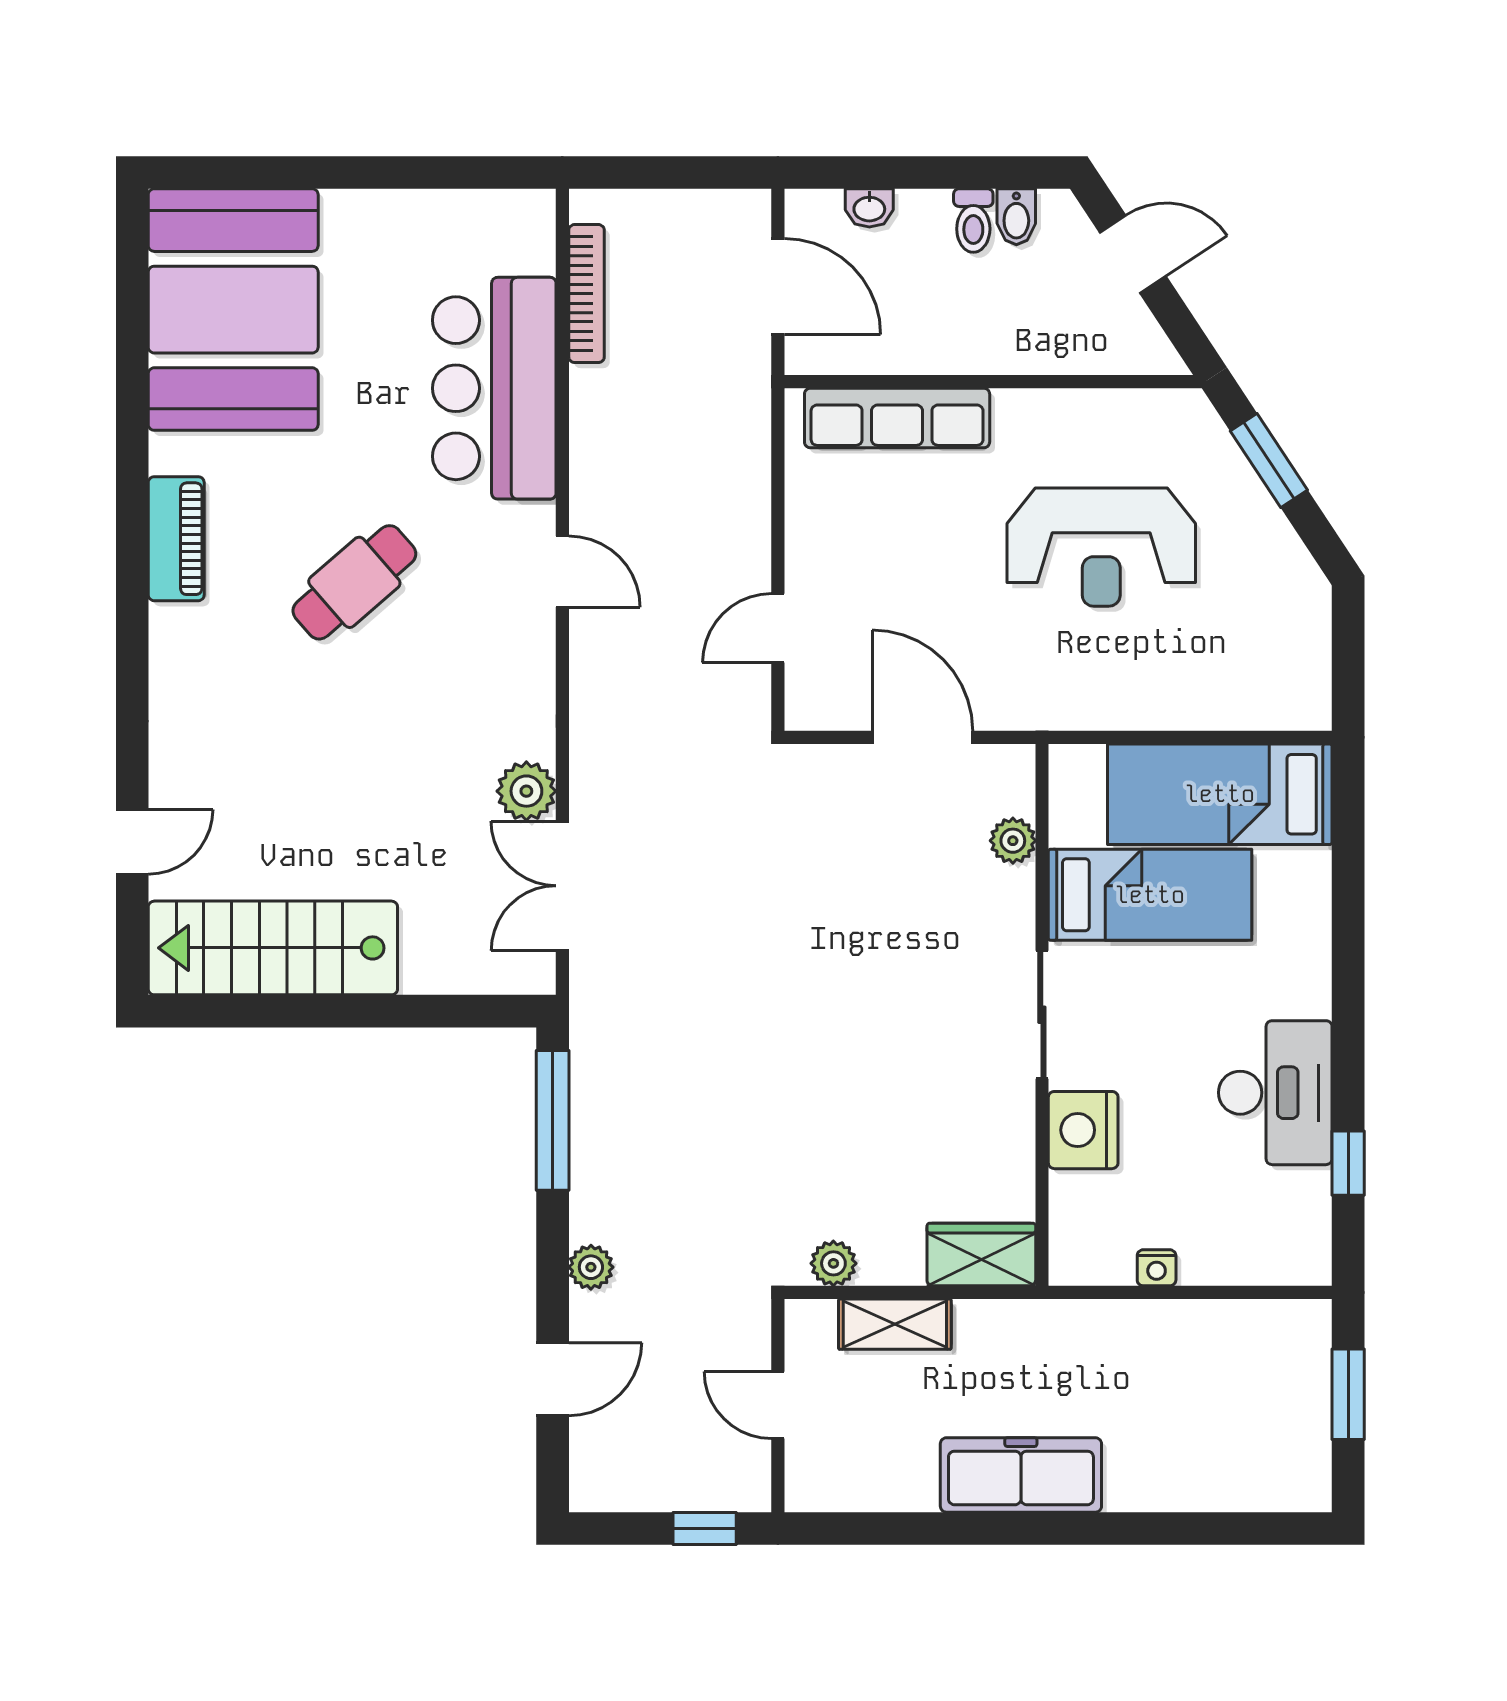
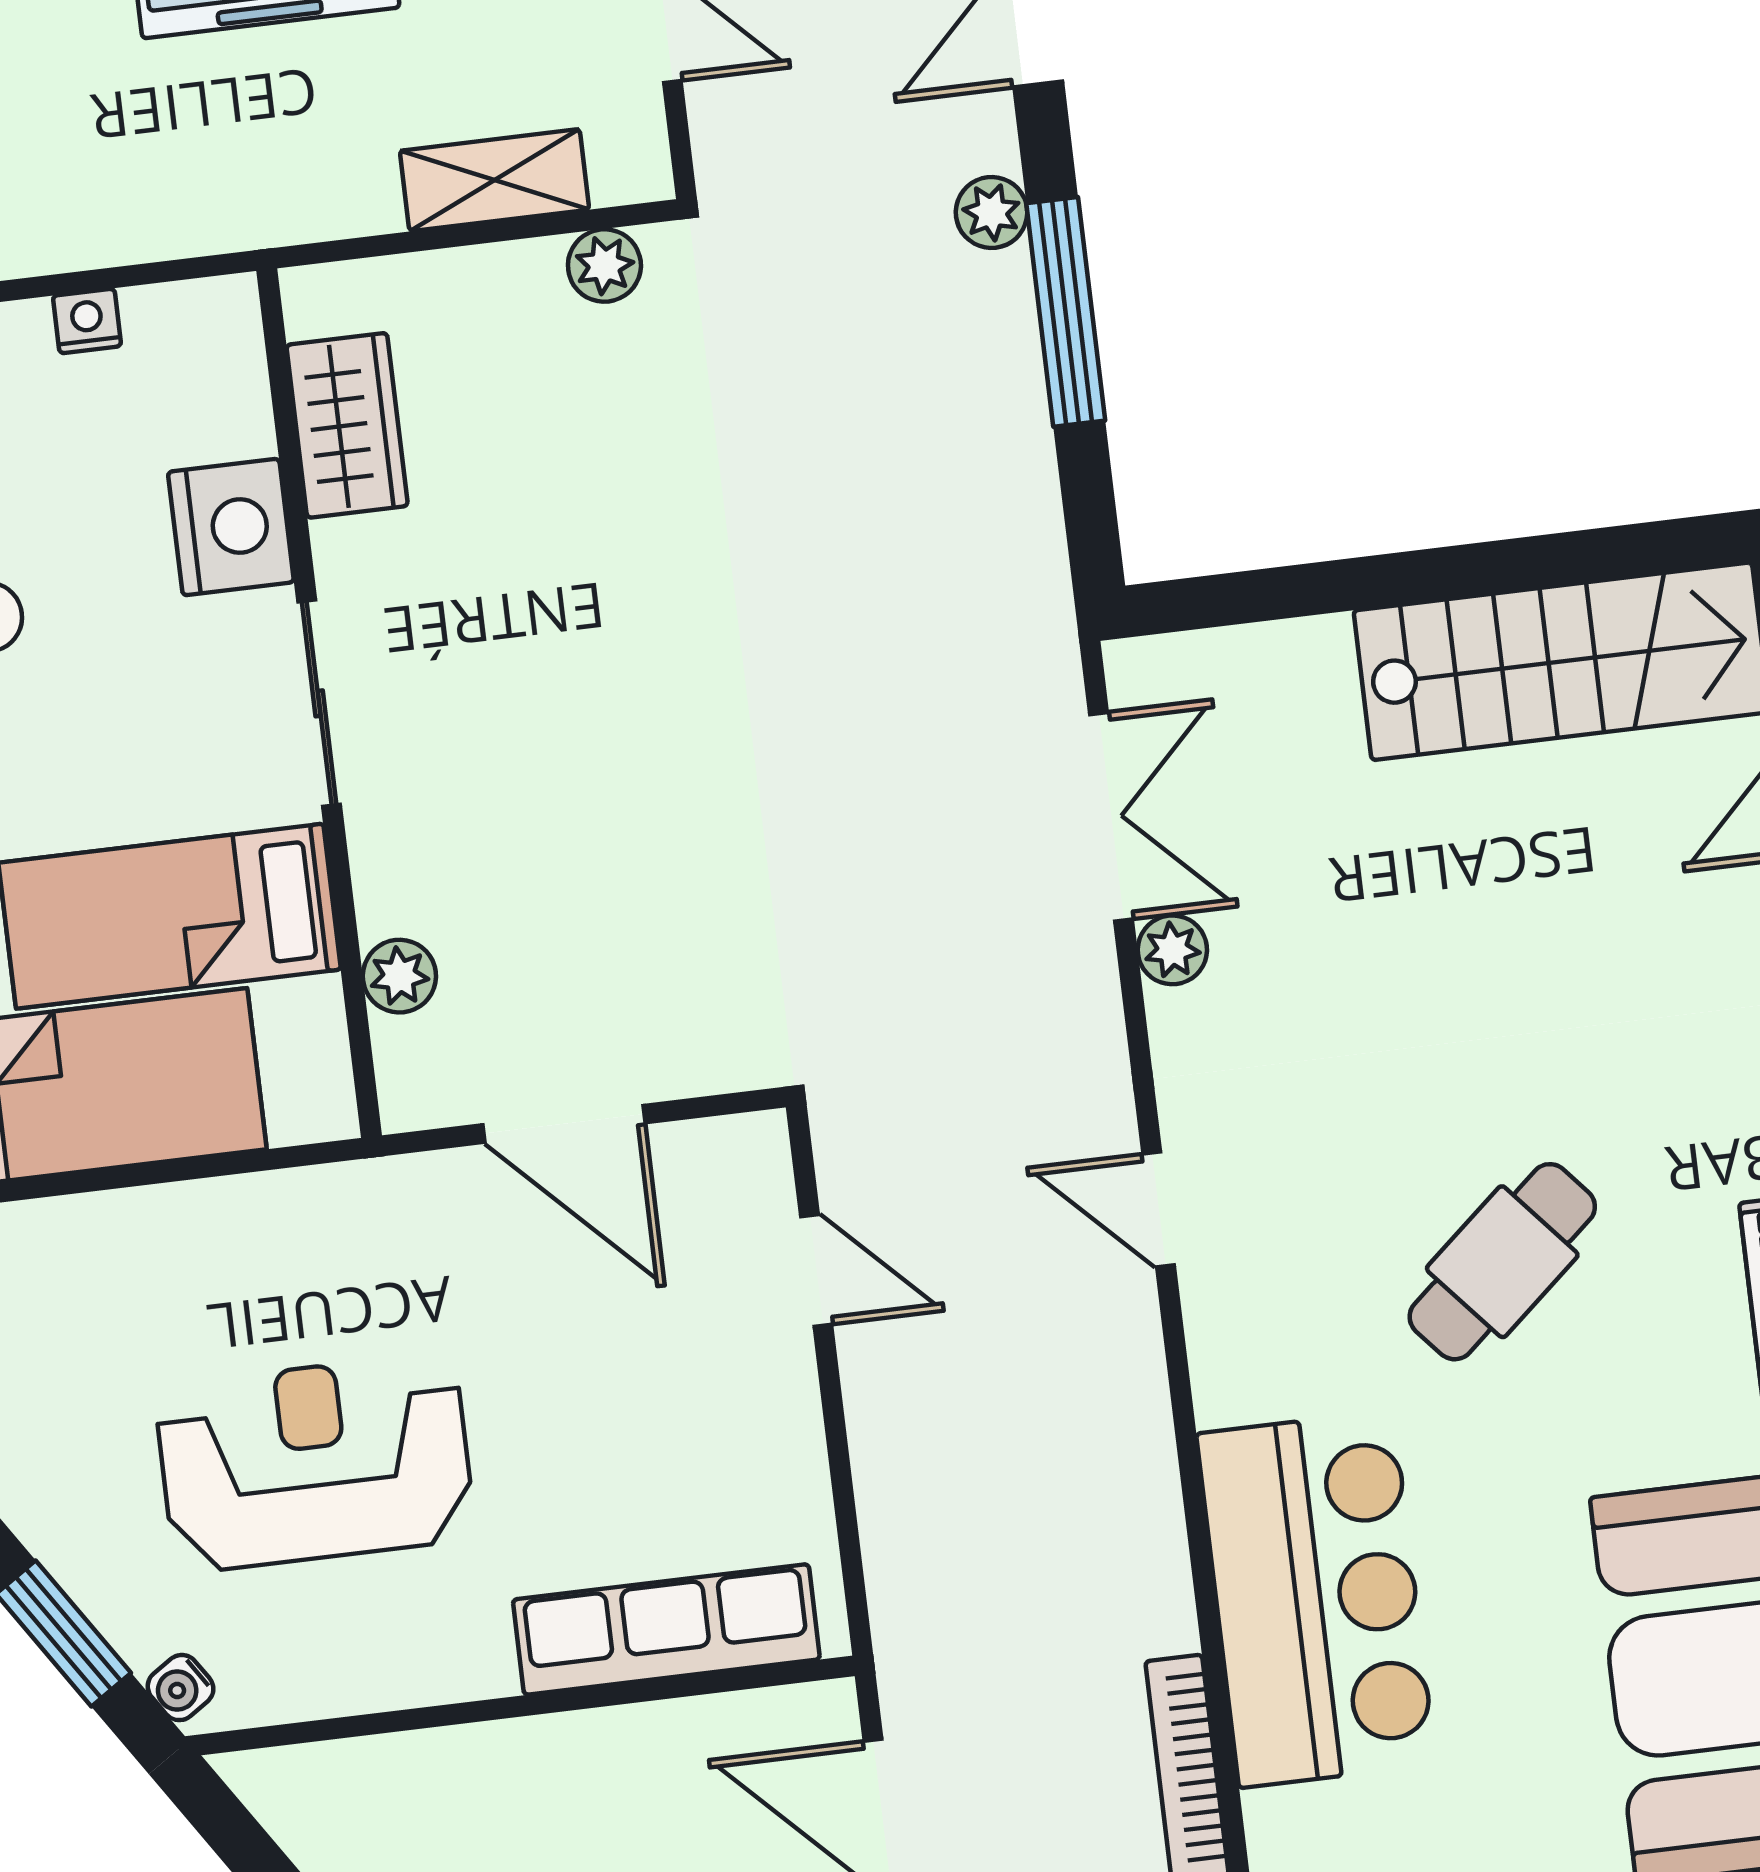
water cooler: (1201, 418) -> (181, 1688), added
door: (562, 571) -> (1159, 1210), moved
door: (778, 628) -> (816, 1270), hinge flipped
plant: (526, 791) -> (1172, 950), width x0.73, depth x0.73
window: (553, 1120) -> (1066, 312), moved
wardrobe: (981, 1254) -> (347, 425), moved, turned -90

